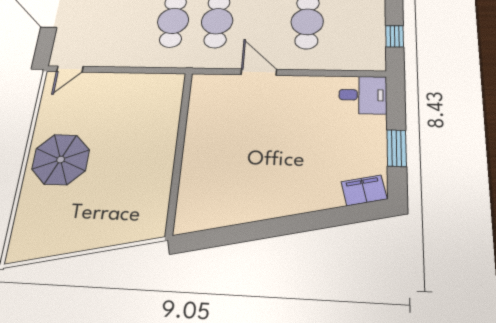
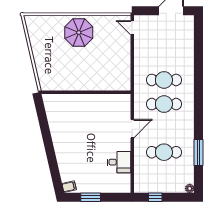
desk: (363, 95) -> (119, 162), moved, turned -90
filing cabinet: (364, 190) -> (69, 187), width x0.50

